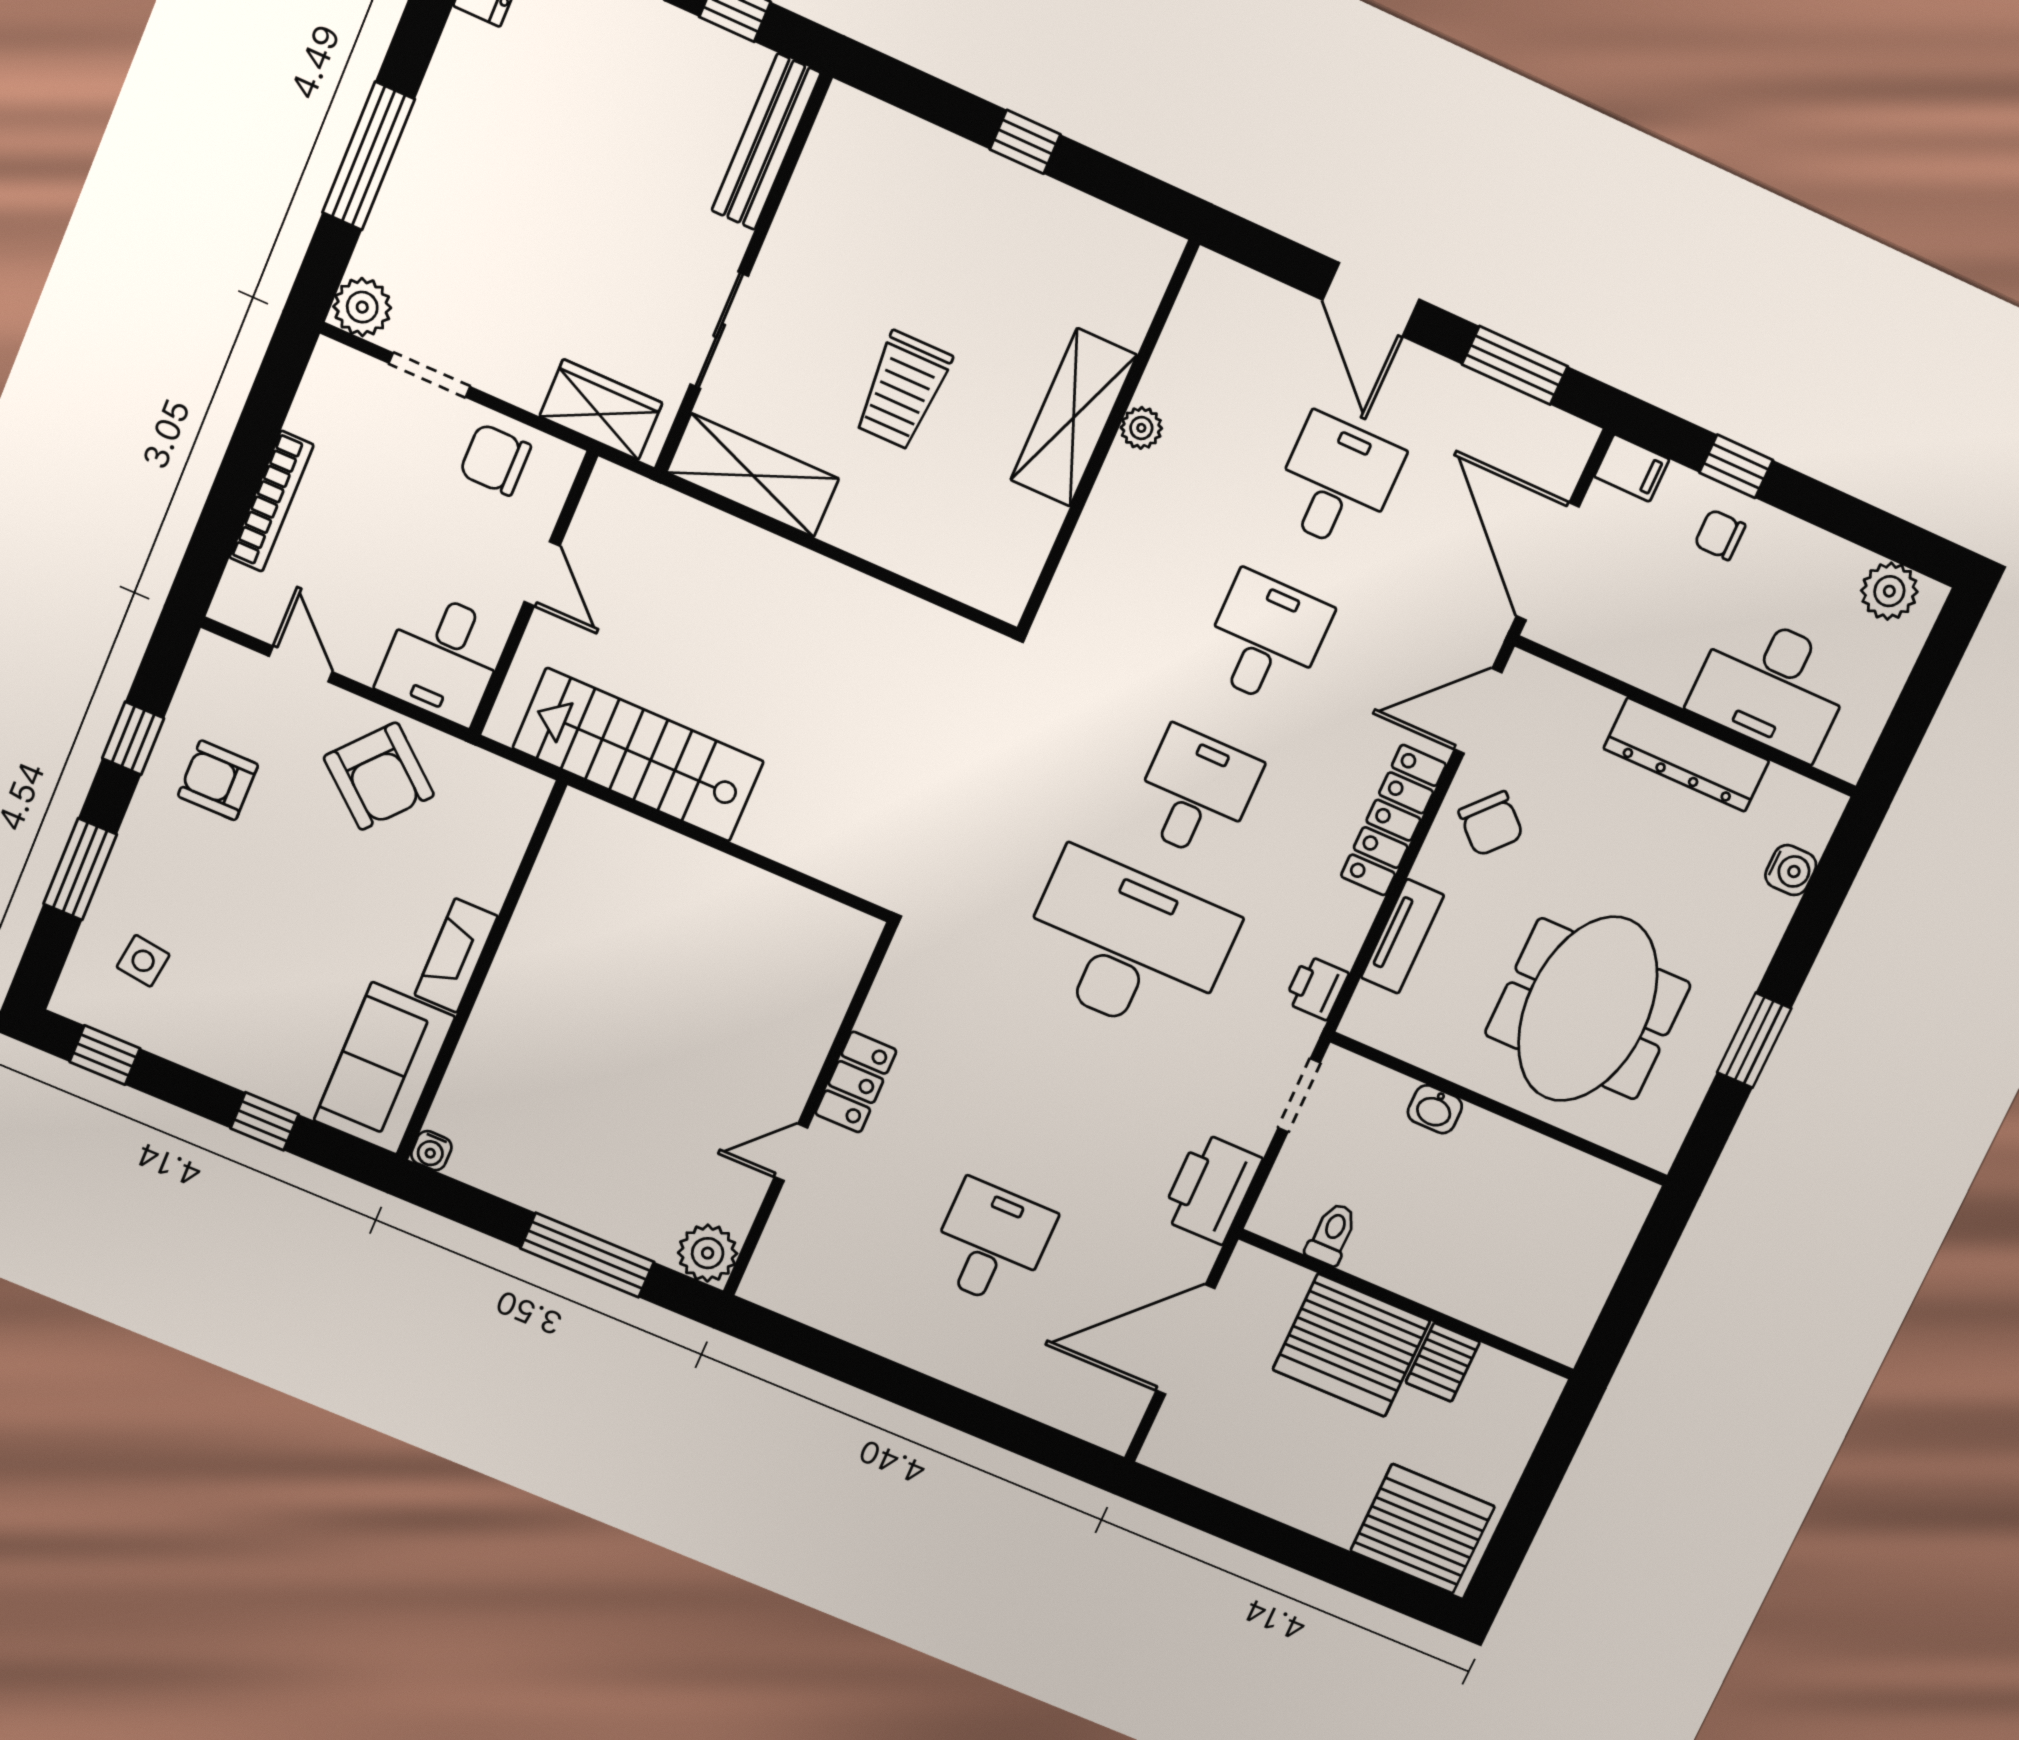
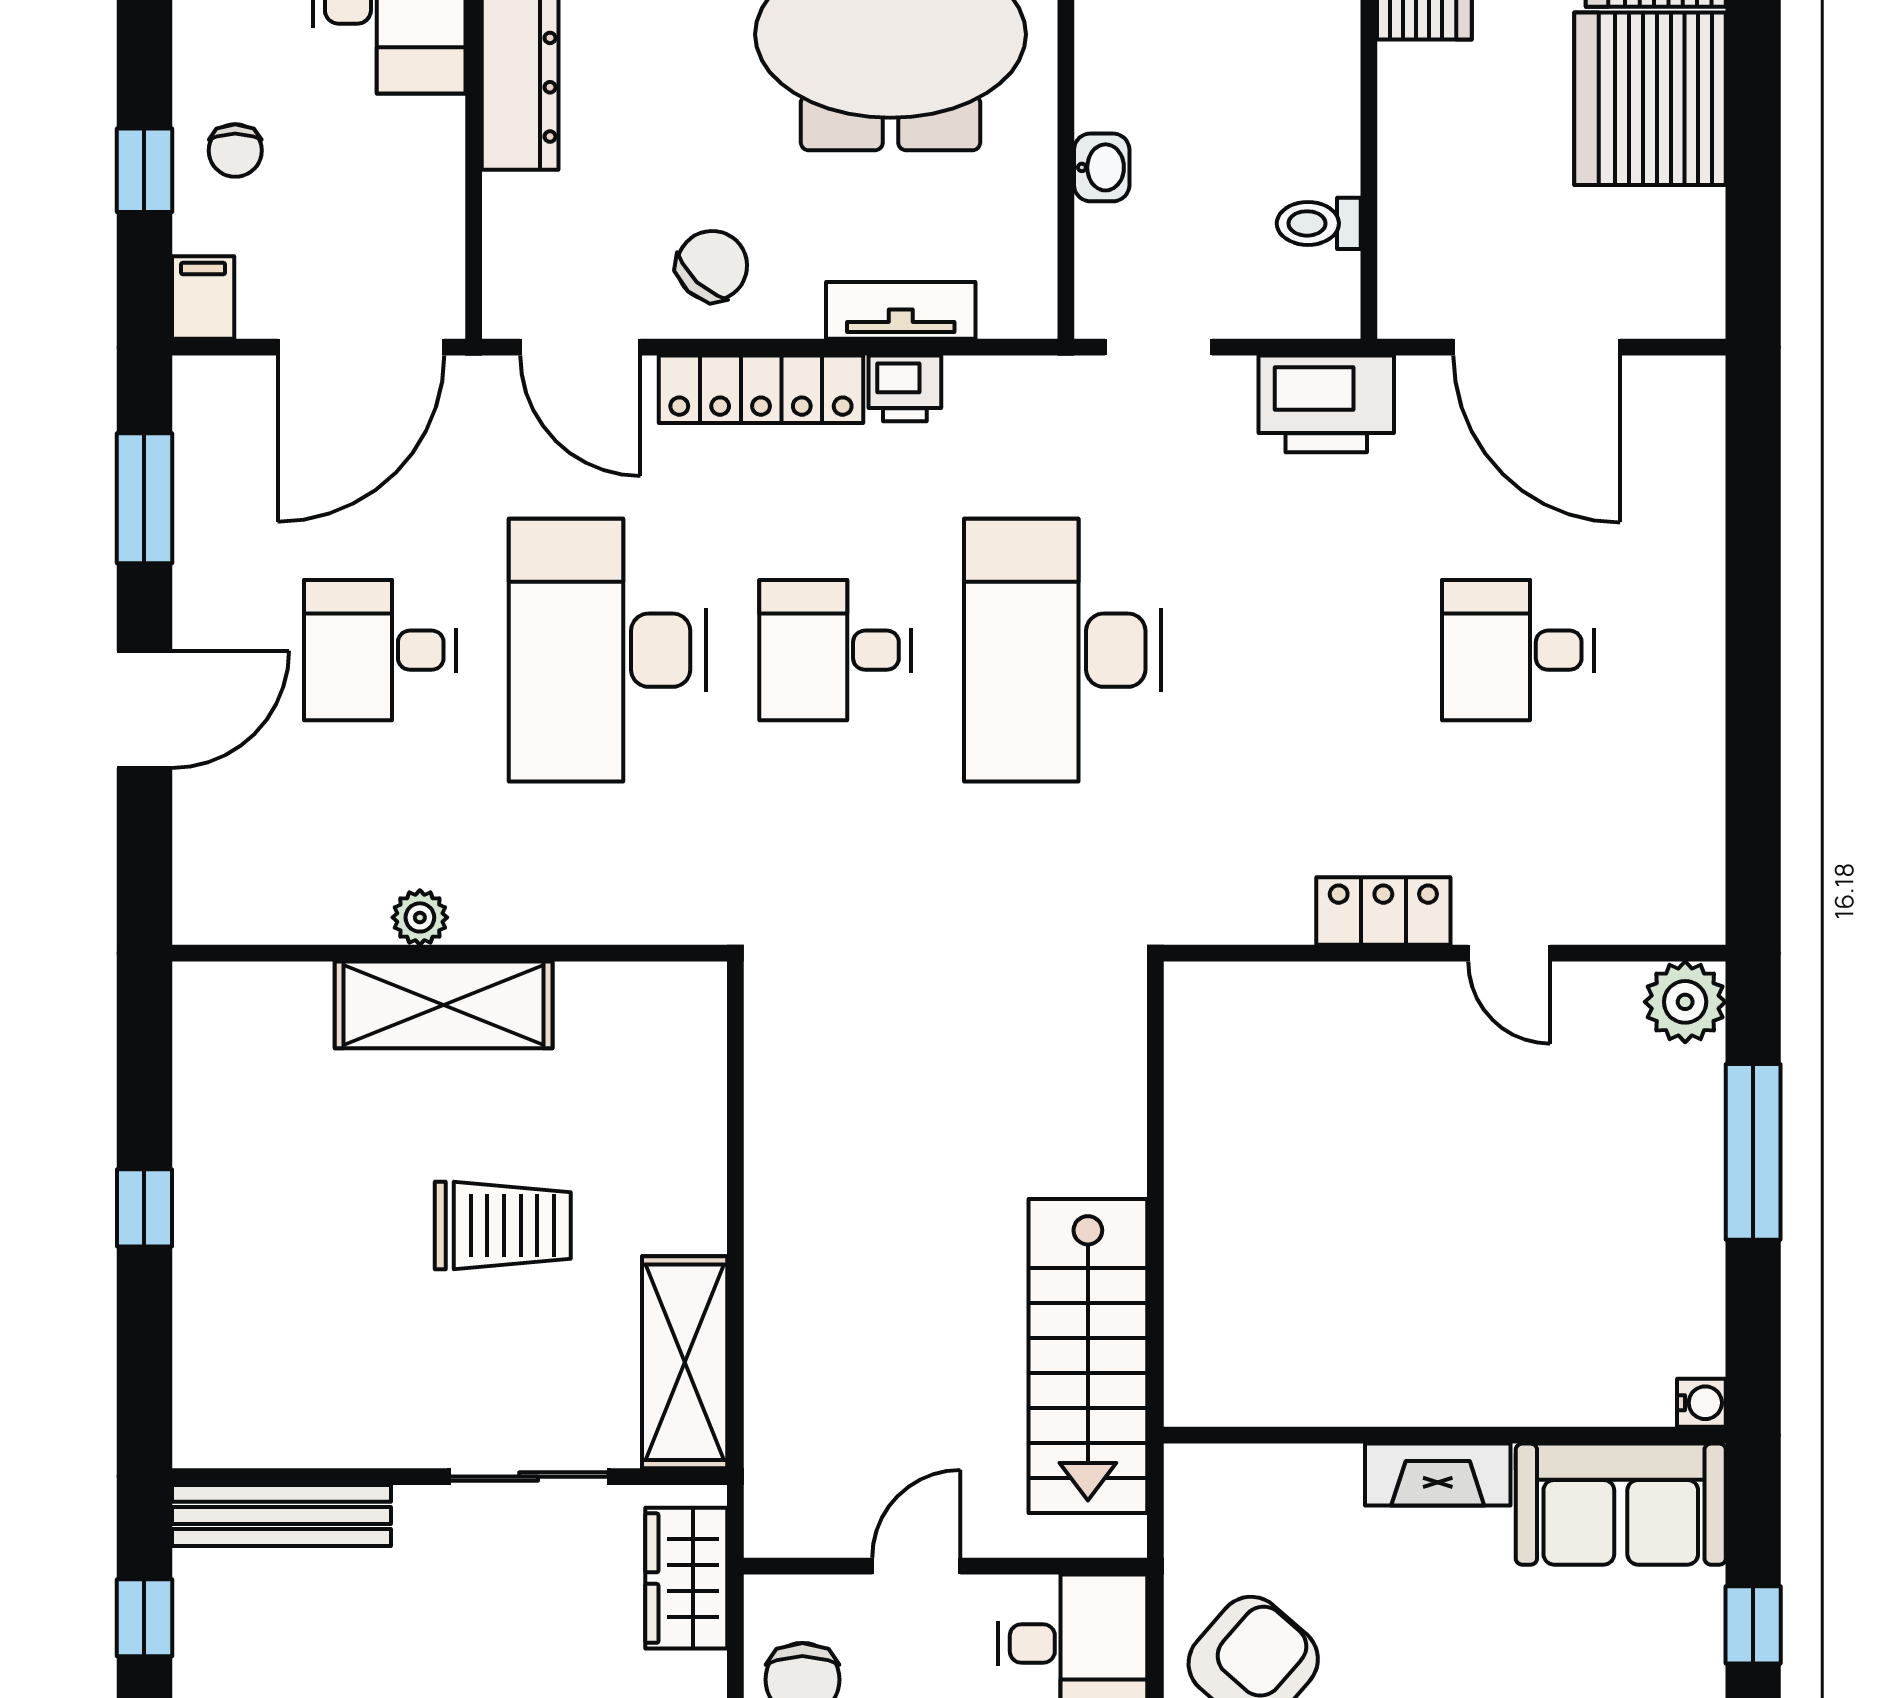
desk: (1266, 639) -> (607, 650), width x1.87, depth x1.30
printer: (1316, 988) -> (905, 388), moved
server rack: (1351, 1345) -> (1650, 99), moved, turned 180

